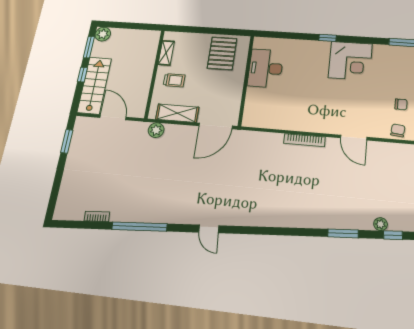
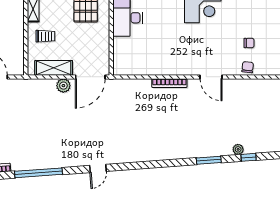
plant: (156, 130) -> (63, 86), moved
door: (209, 229) -> (98, 168), hinge flipped

